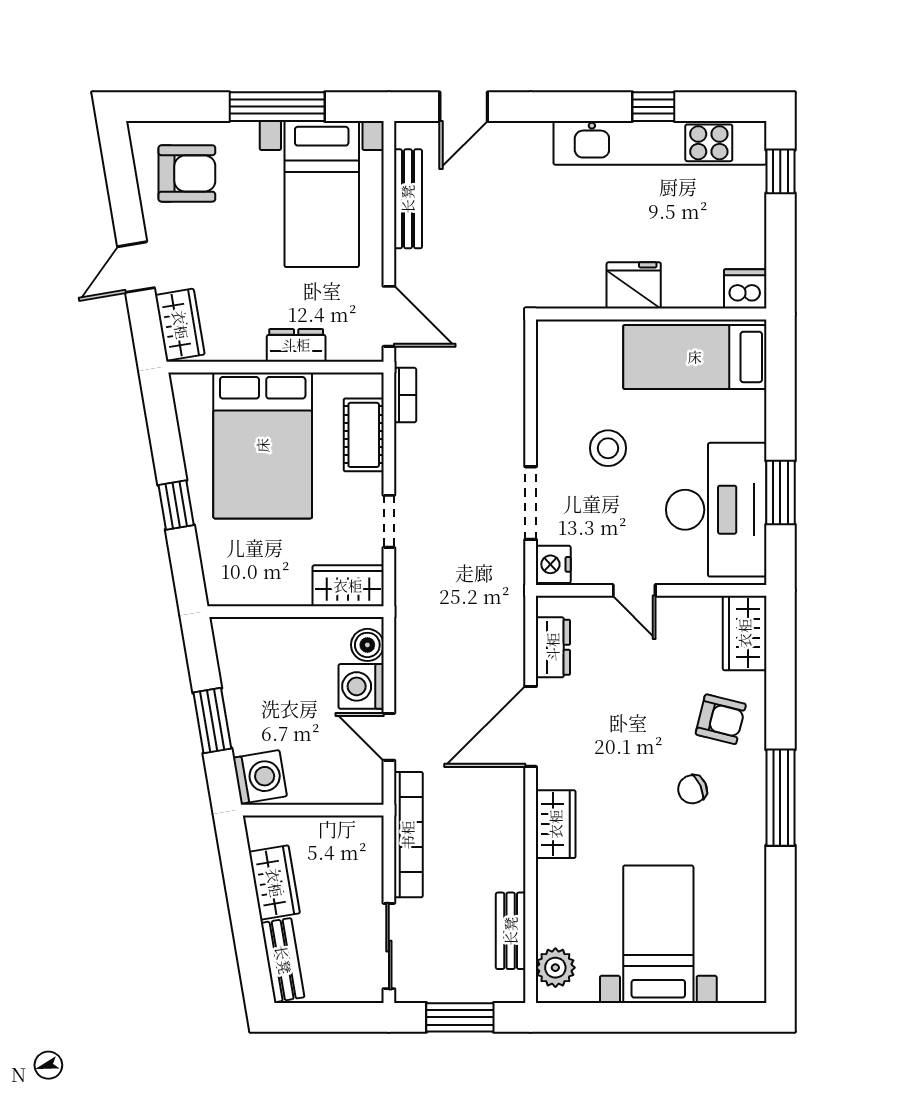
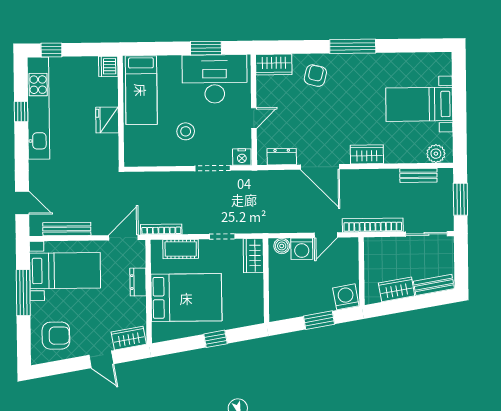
armchair: (187, 173) -> (56, 336), turned 90
bookcase: (405, 395) -> (161, 229), width x1.56
chair: (692, 789) -> (349, 89), removed

